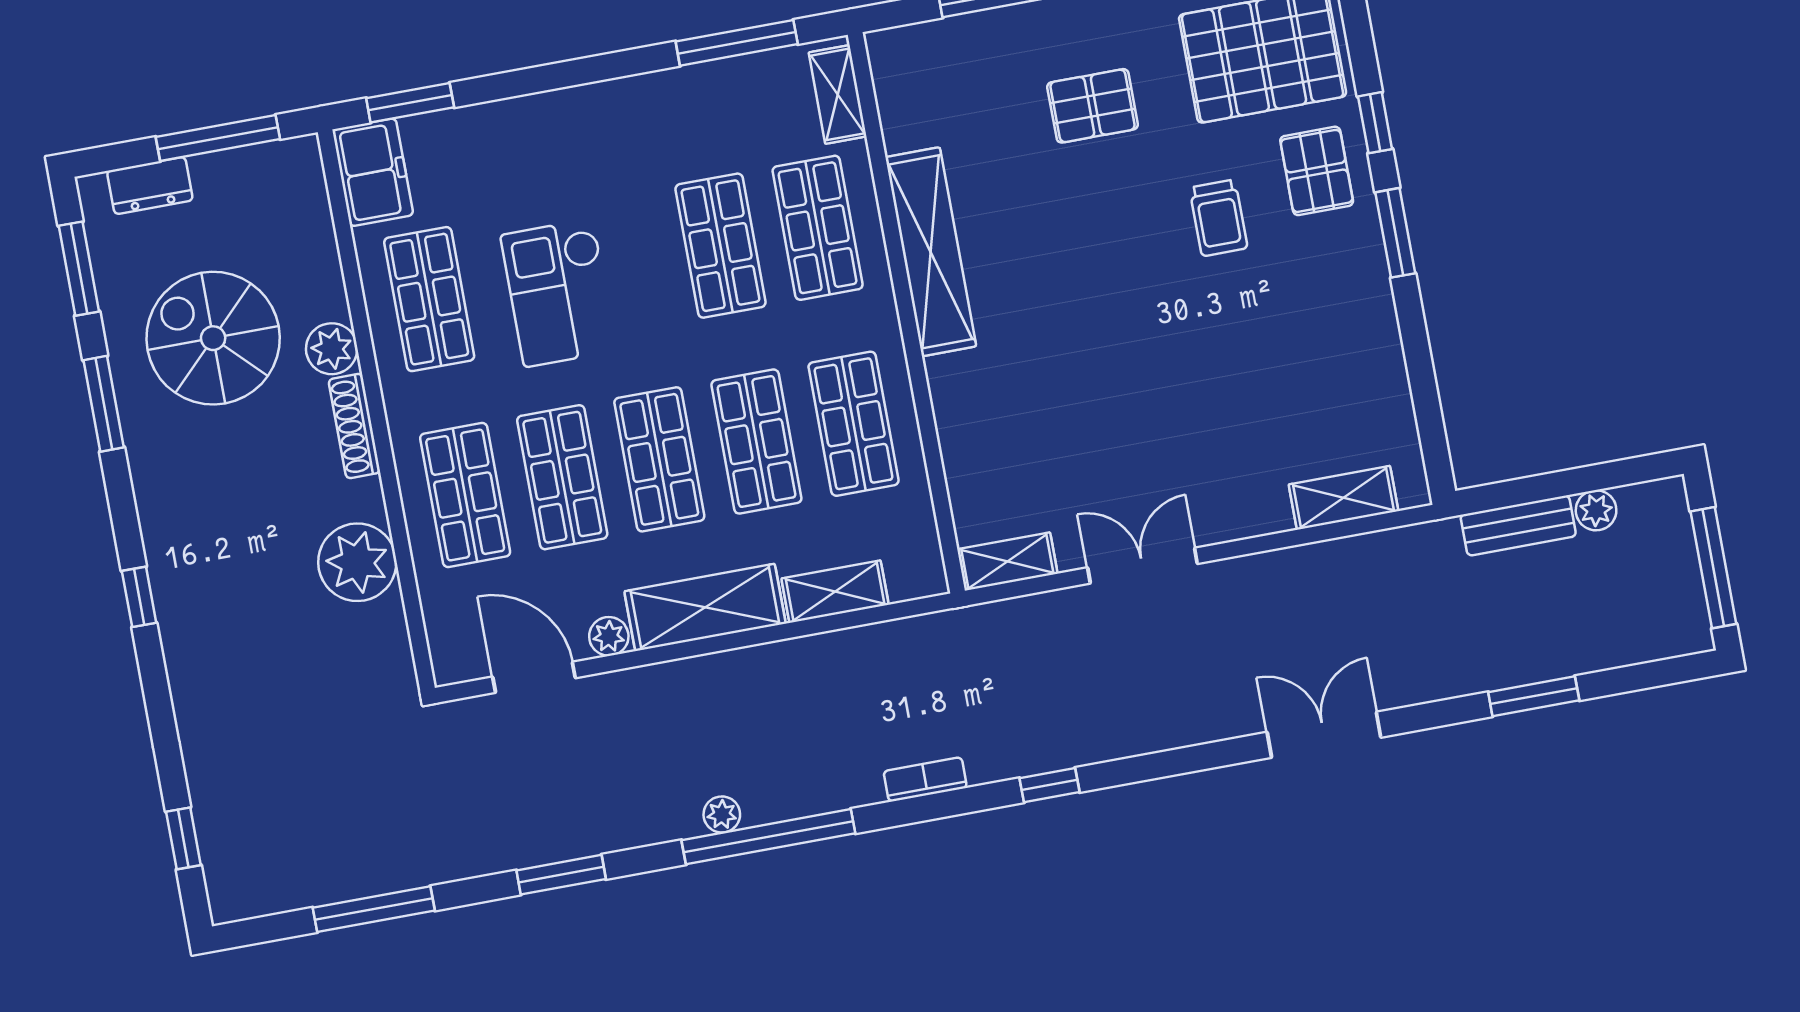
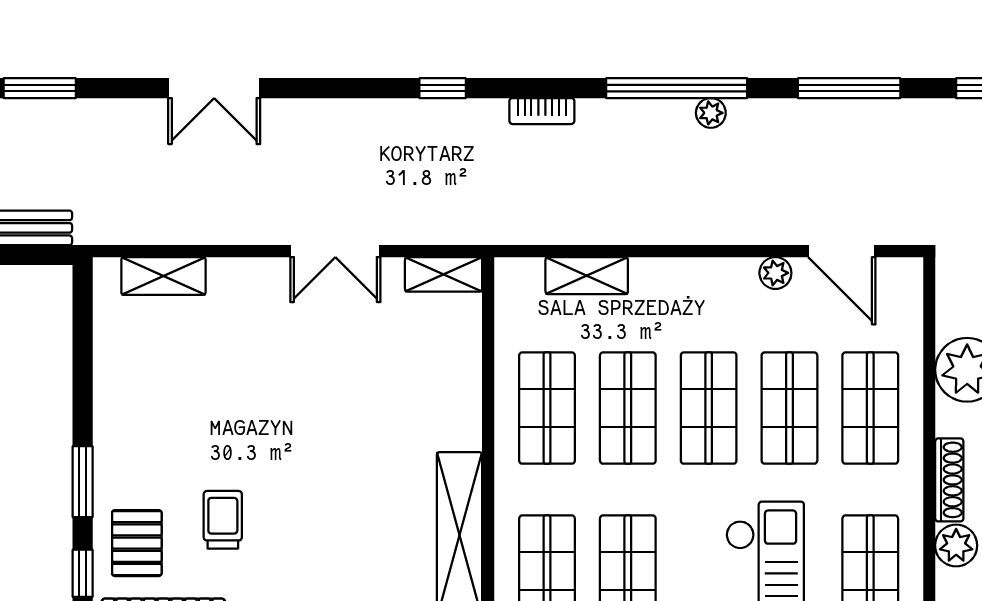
shelving: (705, 607) -> (694, 282), removed
window: (561, 875) -> (849, 88), width x1.44

